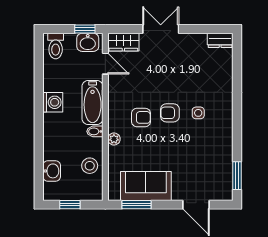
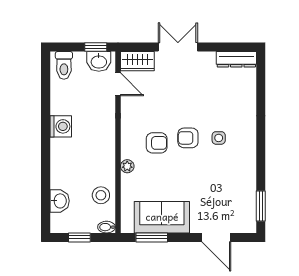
dresser: (220, 40) -> (236, 59), width x1.44
bathtub: (93, 102) -> (104, 127), removed
bidet: (95, 131) -> (107, 227), moved

